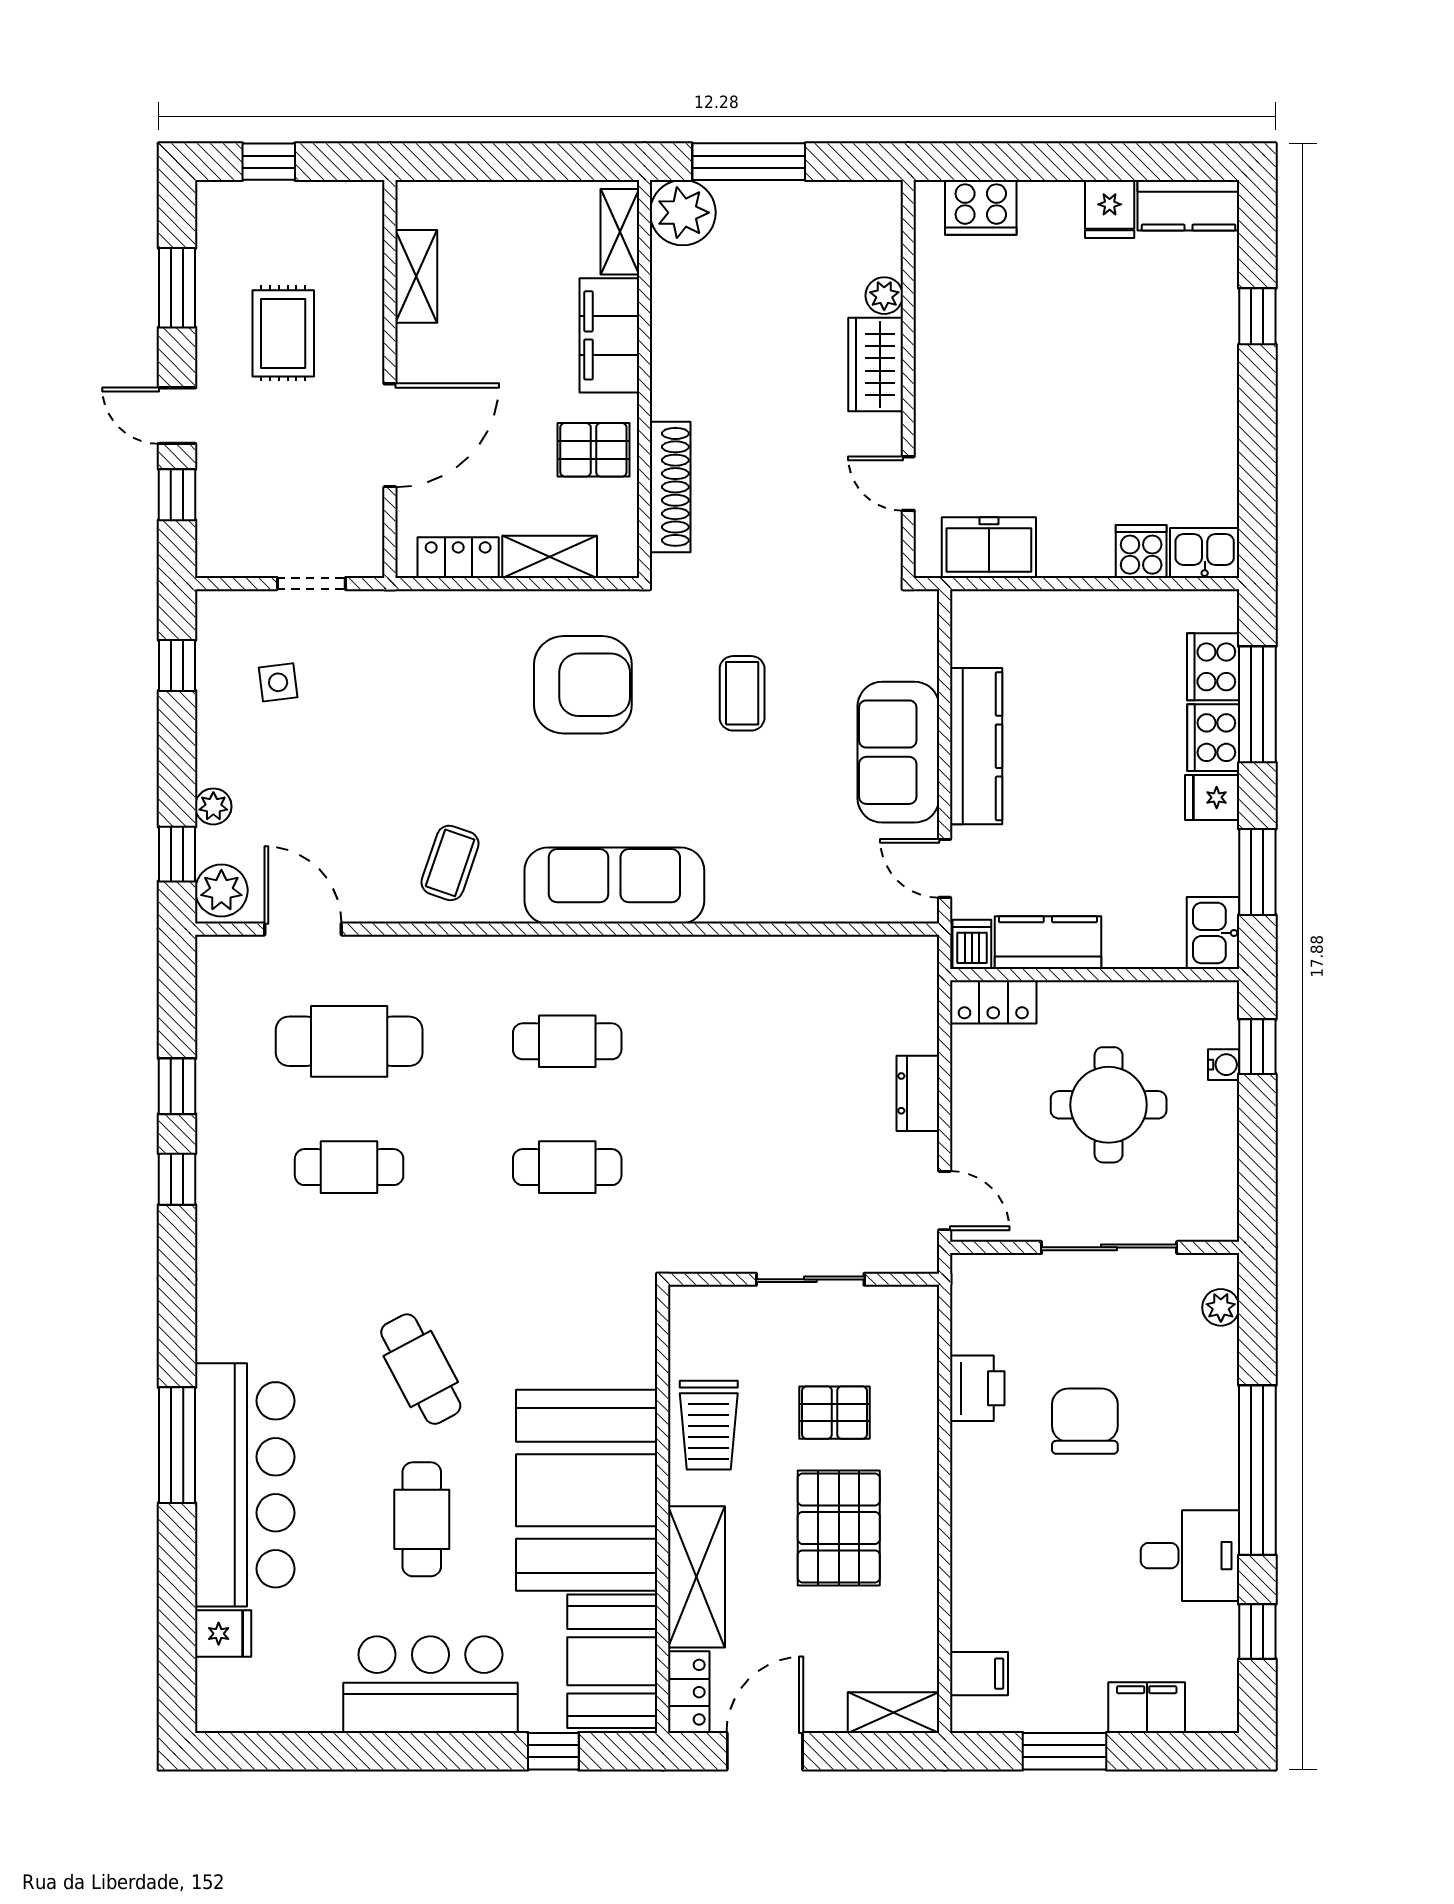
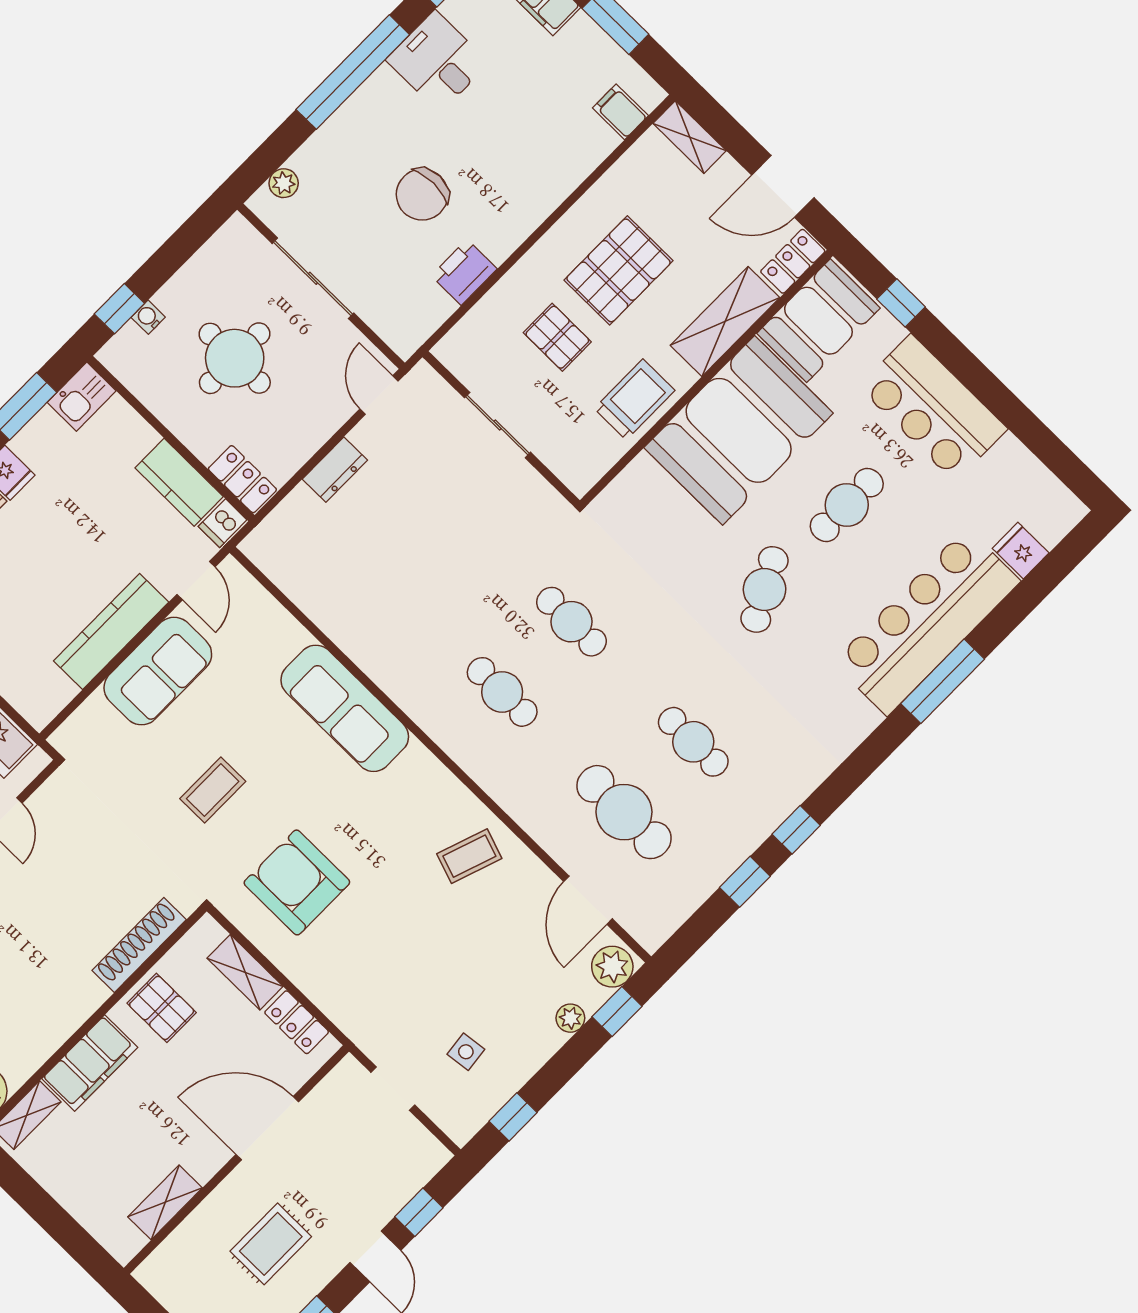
sofa: (614, 886) -> (345, 708), moved

